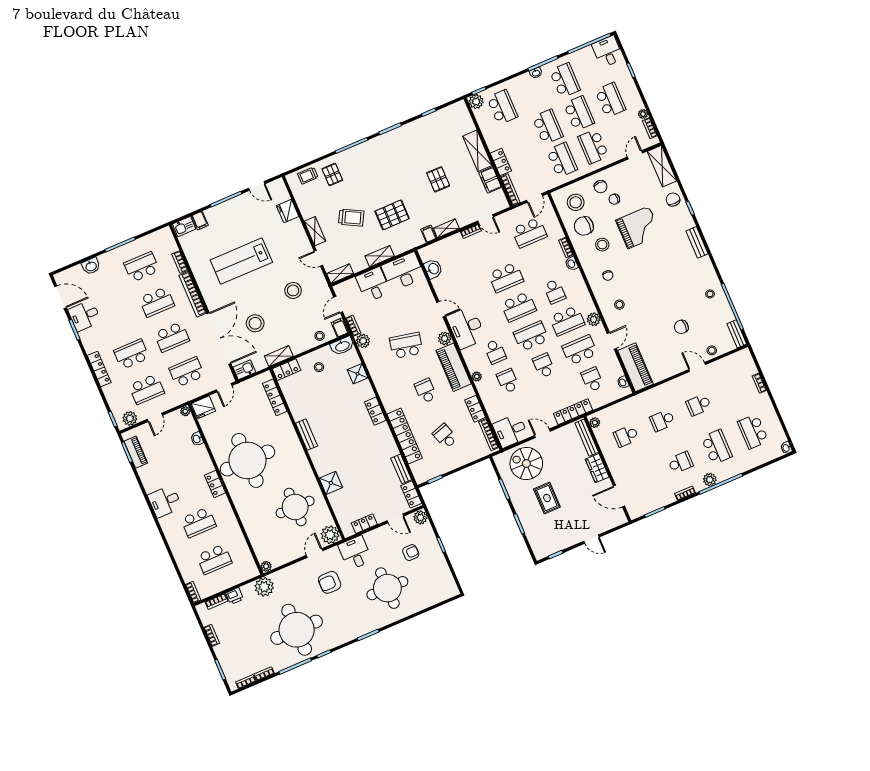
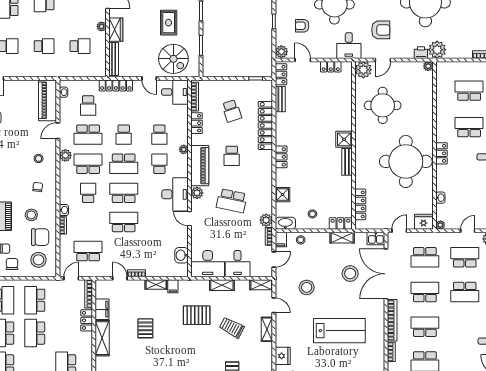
plant: (595, 423) -> (101, 26), moved
shower: (331, 483) -> (344, 139), moved
printer: (235, 596) -> (421, 53), moved

